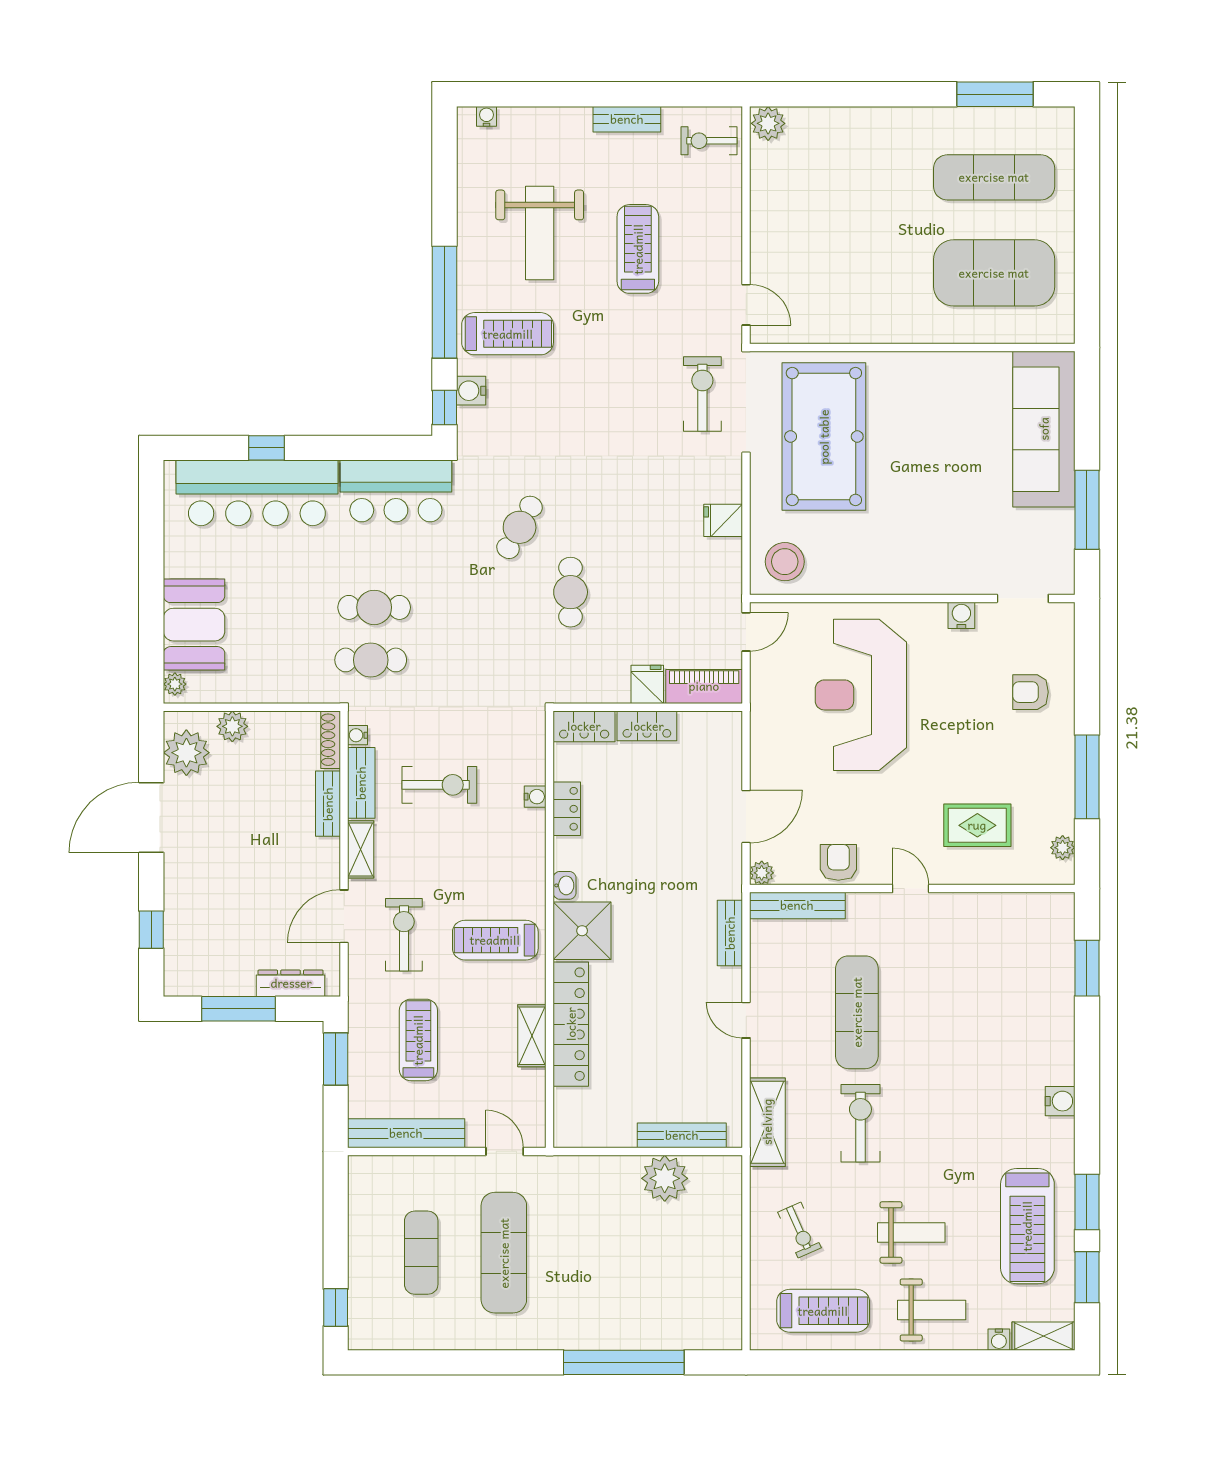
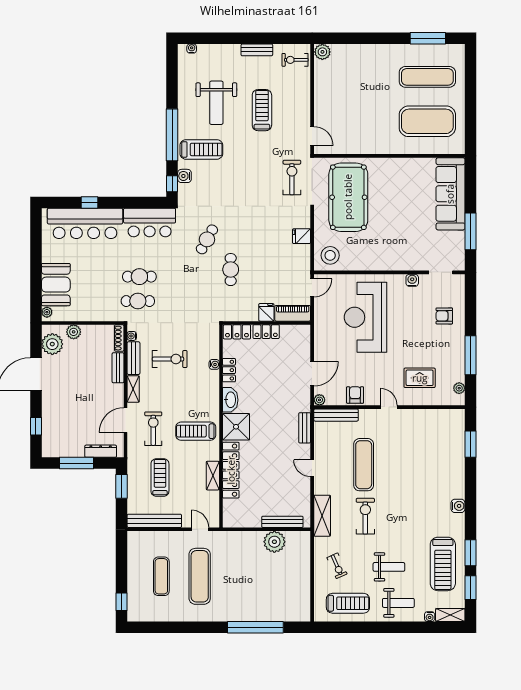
washbasin: (565, 885) -> (230, 400), width x1.91, depth x1.45

